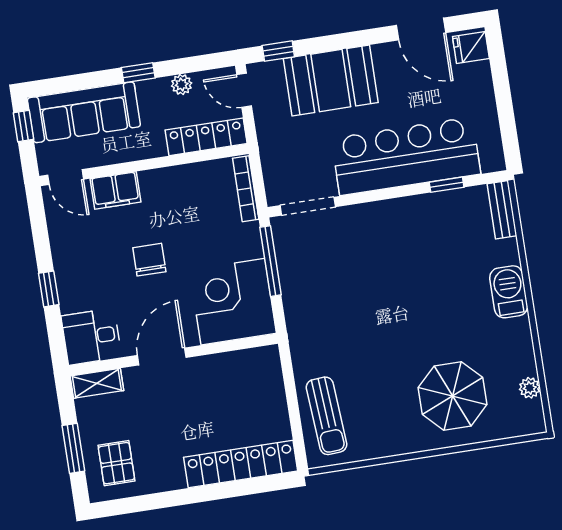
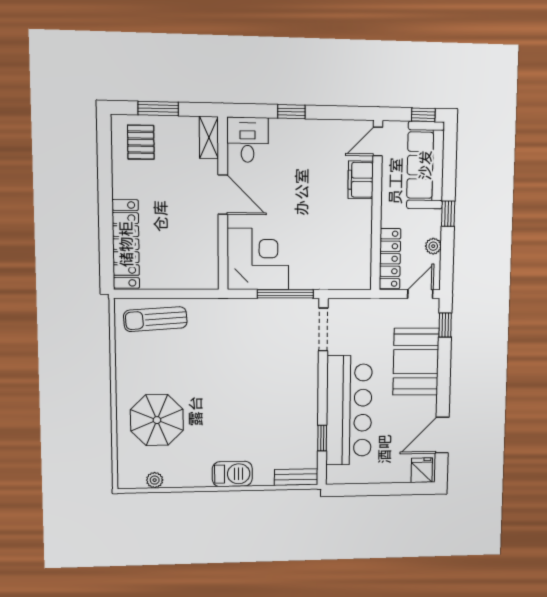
bookcase: (246, 189) -> (345, 283), removed
chair: (149, 260) -> (302, 198), removed
pallet: (116, 463) -> (141, 142), turned 90

